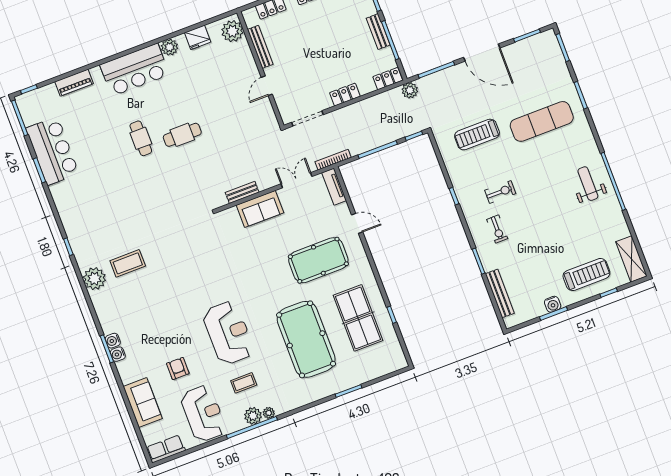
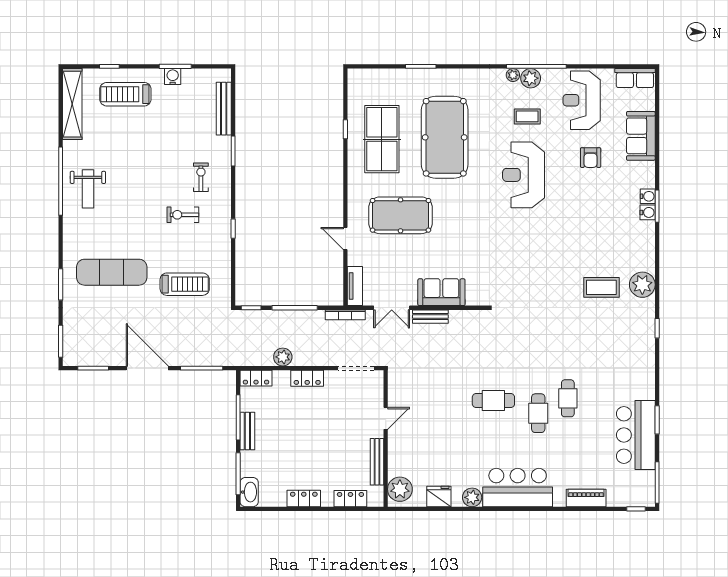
plant: (410, 90) -> (283, 357), moved
cafe table: (121, 160) -> (568, 398), added
bench: (242, 192) -> (430, 317), moved
shelving: (631, 259) -> (72, 104), width x1.47

